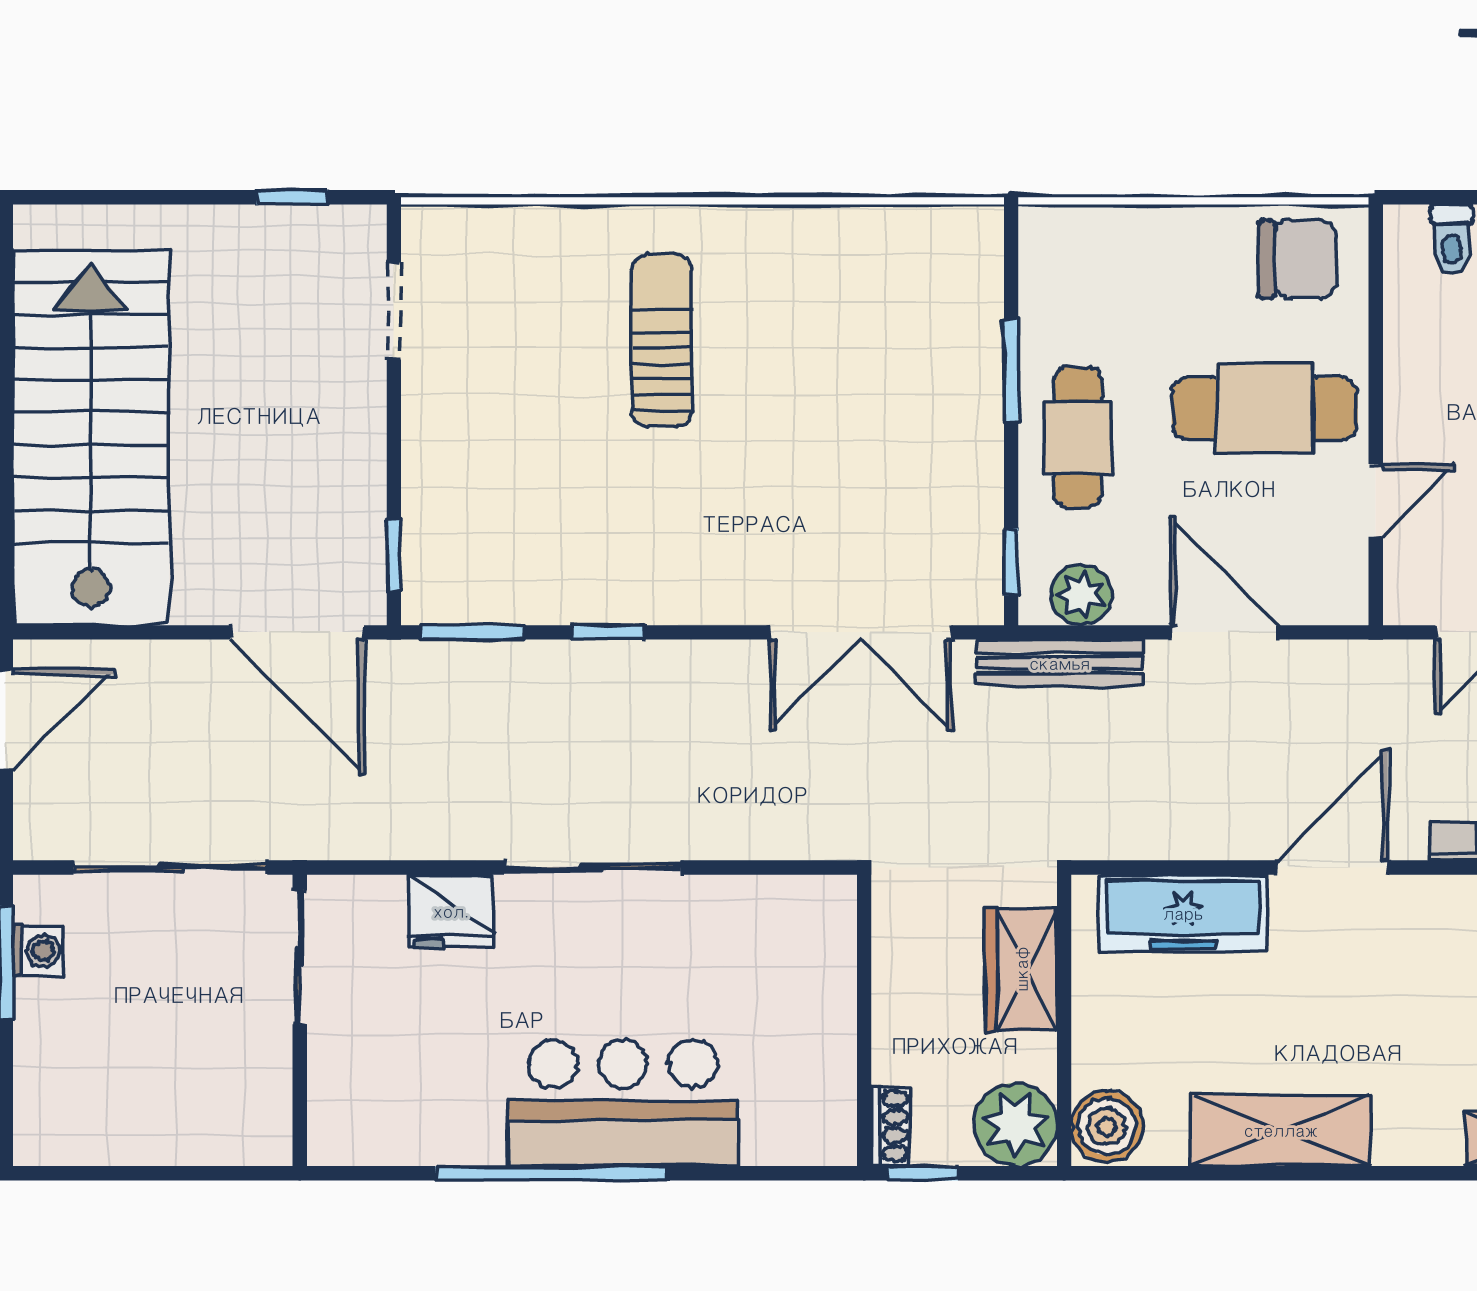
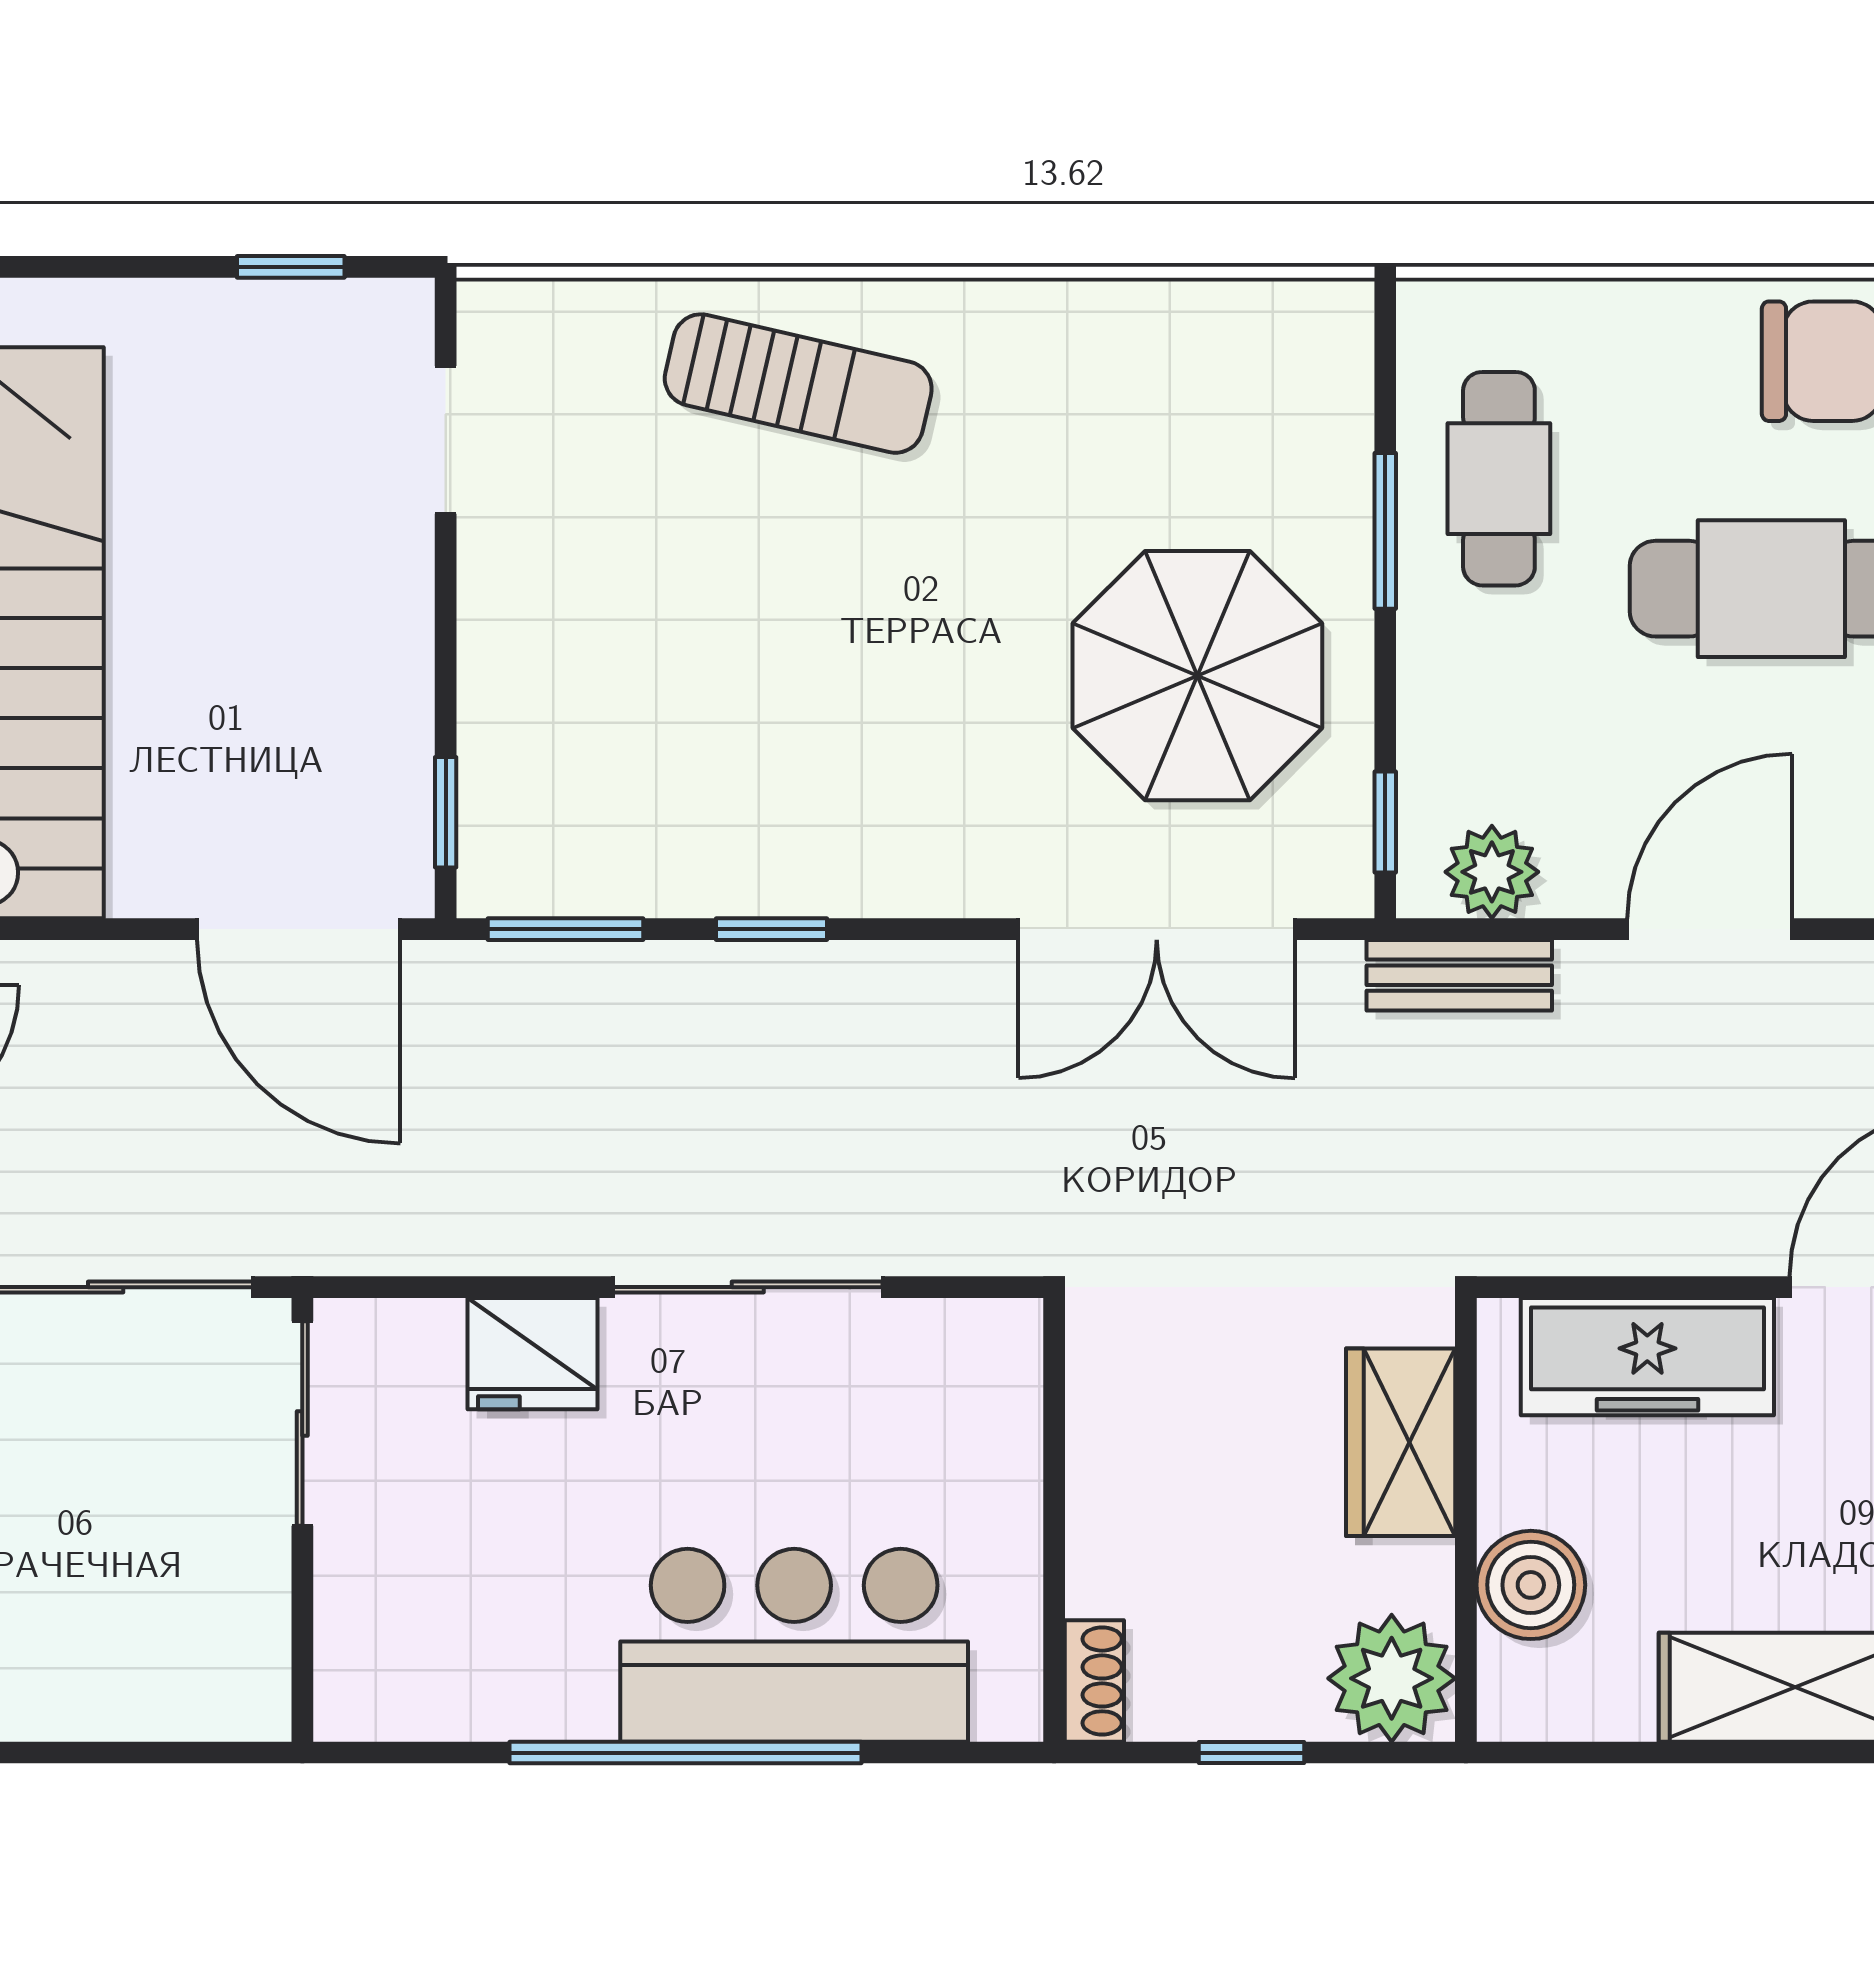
sun lounger: (662, 340) -> (798, 384), moved, turned 103
cafe table: (1078, 437) -> (1499, 479), moved
parasol: (888, 466) -> (1197, 676), added
door: (1224, 632) -> (1710, 929), hinge flipped
bench: (1060, 663) -> (1459, 975), width x0.73
wall: (864, 1020) -> (1054, 1520), moved
shoe rack: (891, 1126) -> (1094, 1681), moved
boiler: (1107, 1127) -> (1531, 1585), moved

